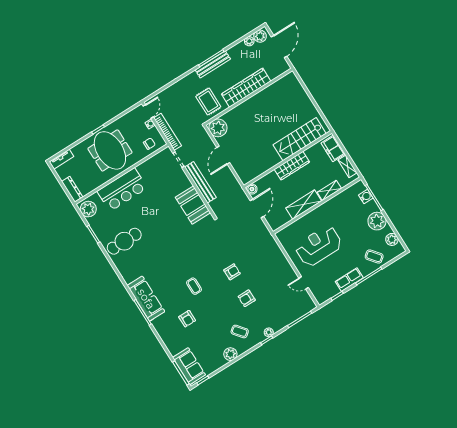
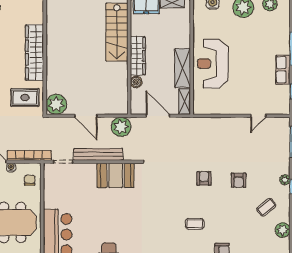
plant: (231, 186) -> (121, 127), added
boiler: (252, 189) -> (136, 82), moved
shelving: (329, 190) -> (185, 102), moved
reception desk: (319, 246) -> (213, 64), moved
coffee table: (374, 257) -> (276, 32), removed

